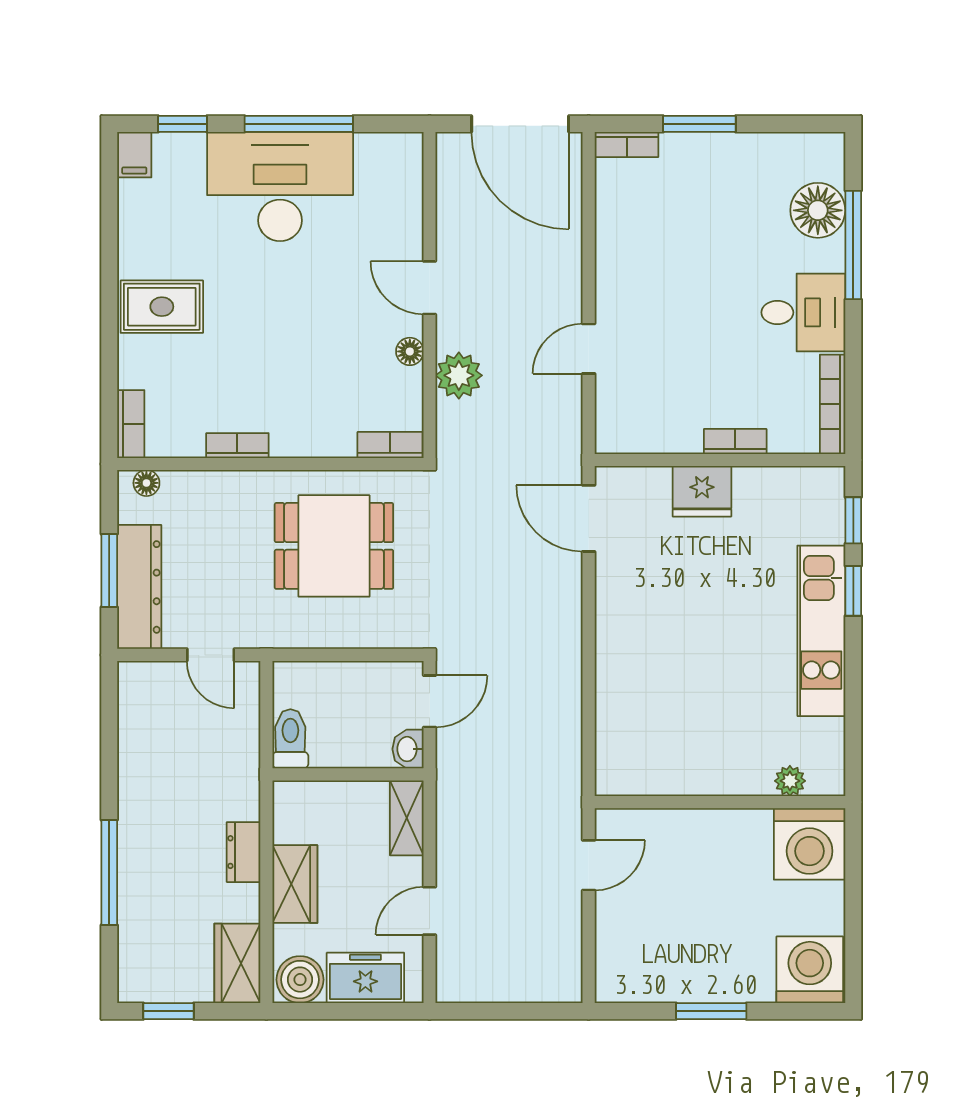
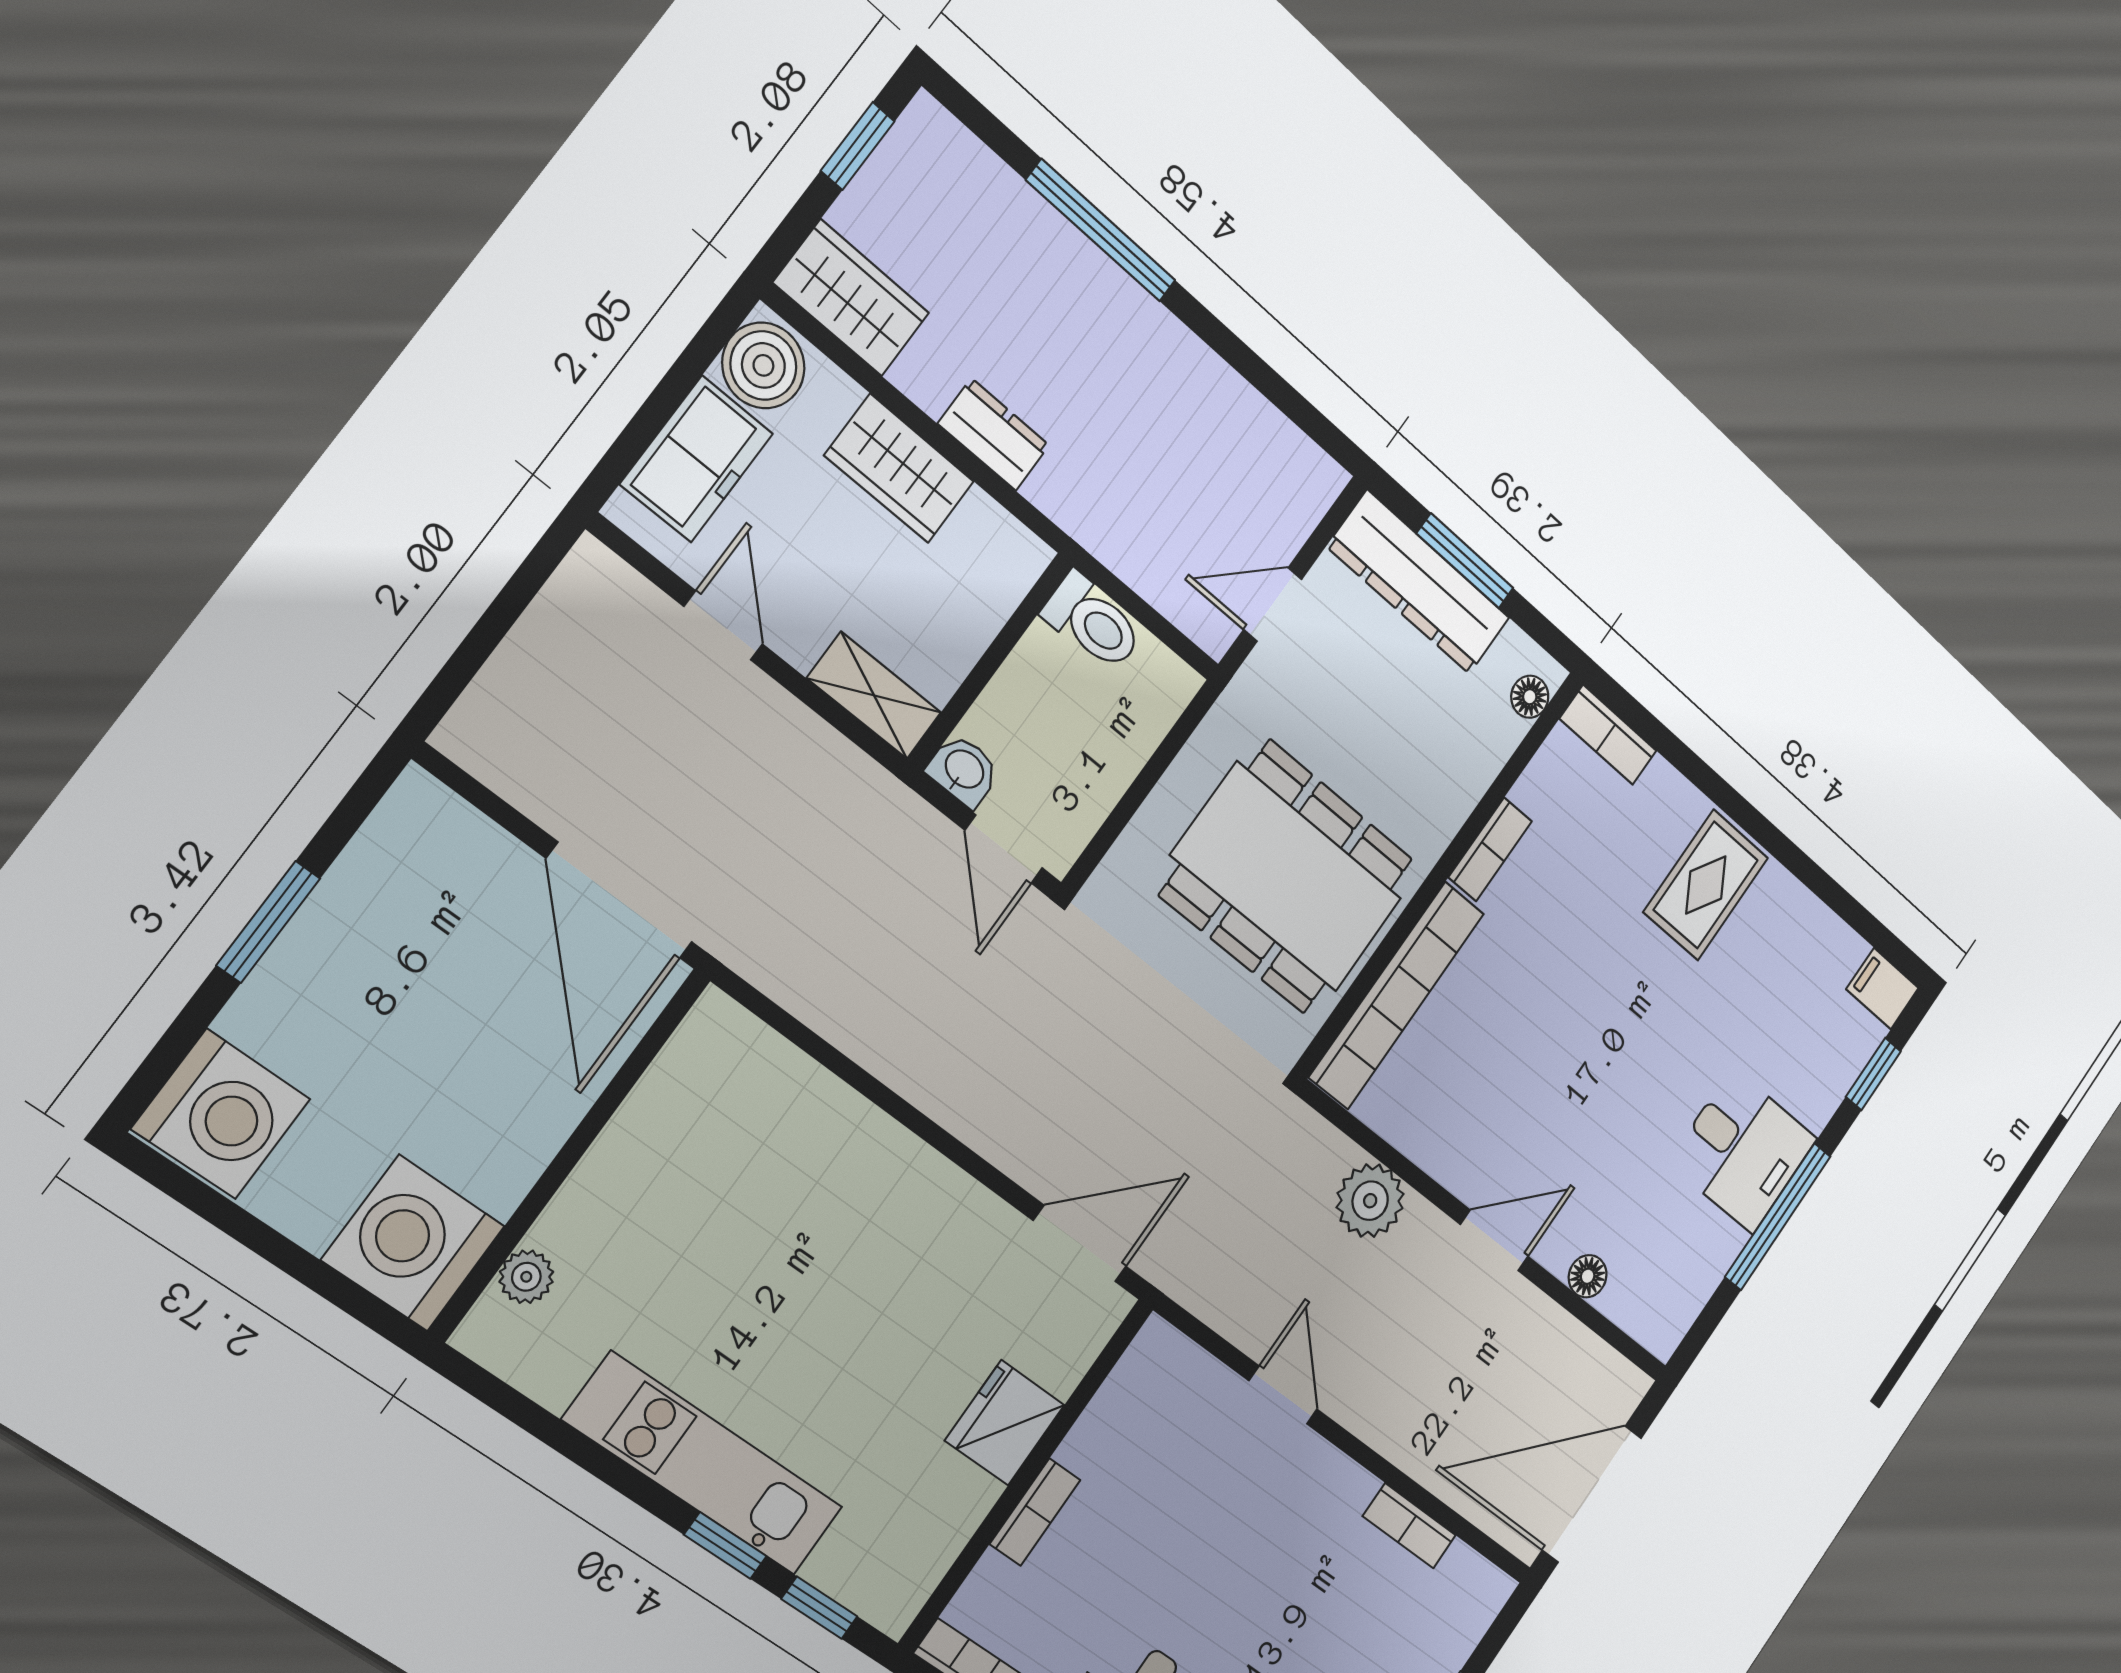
bookcase: (627, 145) -> (1409, 1526), moved, turned -90
desk: (280, 186) -> (1743, 1151), width x0.53, depth x0.77
floor lamp: (410, 351) -> (1588, 1276), moved
bookcase: (390, 445) -> (1397, 995), width x2.31, depth x1.31
dining table: (334, 546) -> (1287, 877), width x1.38
door: (589, 865) -> (620, 900), width x1.88

